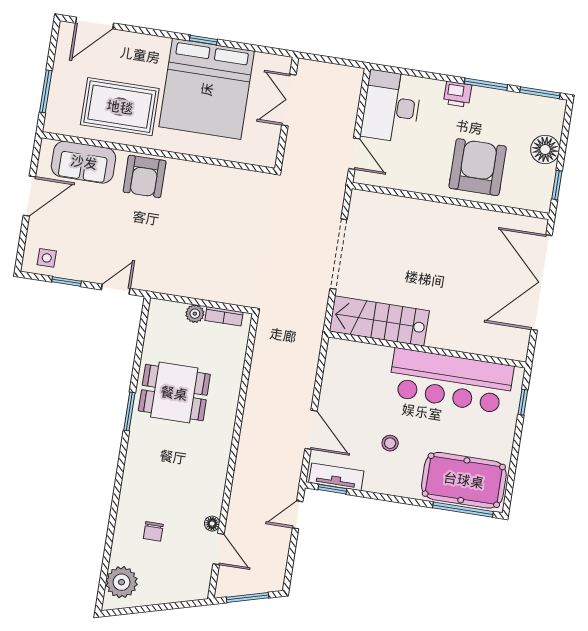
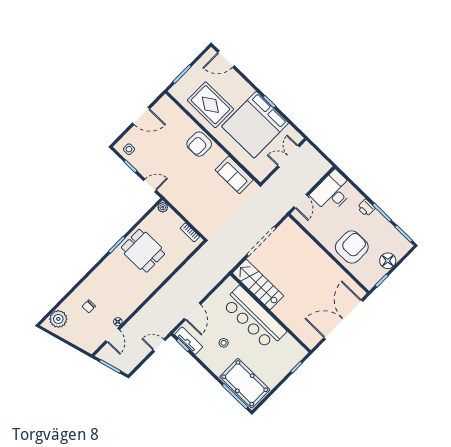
sofa: (84, 162) -> (234, 175), moved
plant: (195, 314) -> (163, 207), moved
bar counter: (451, 381) -> (254, 318), moved

